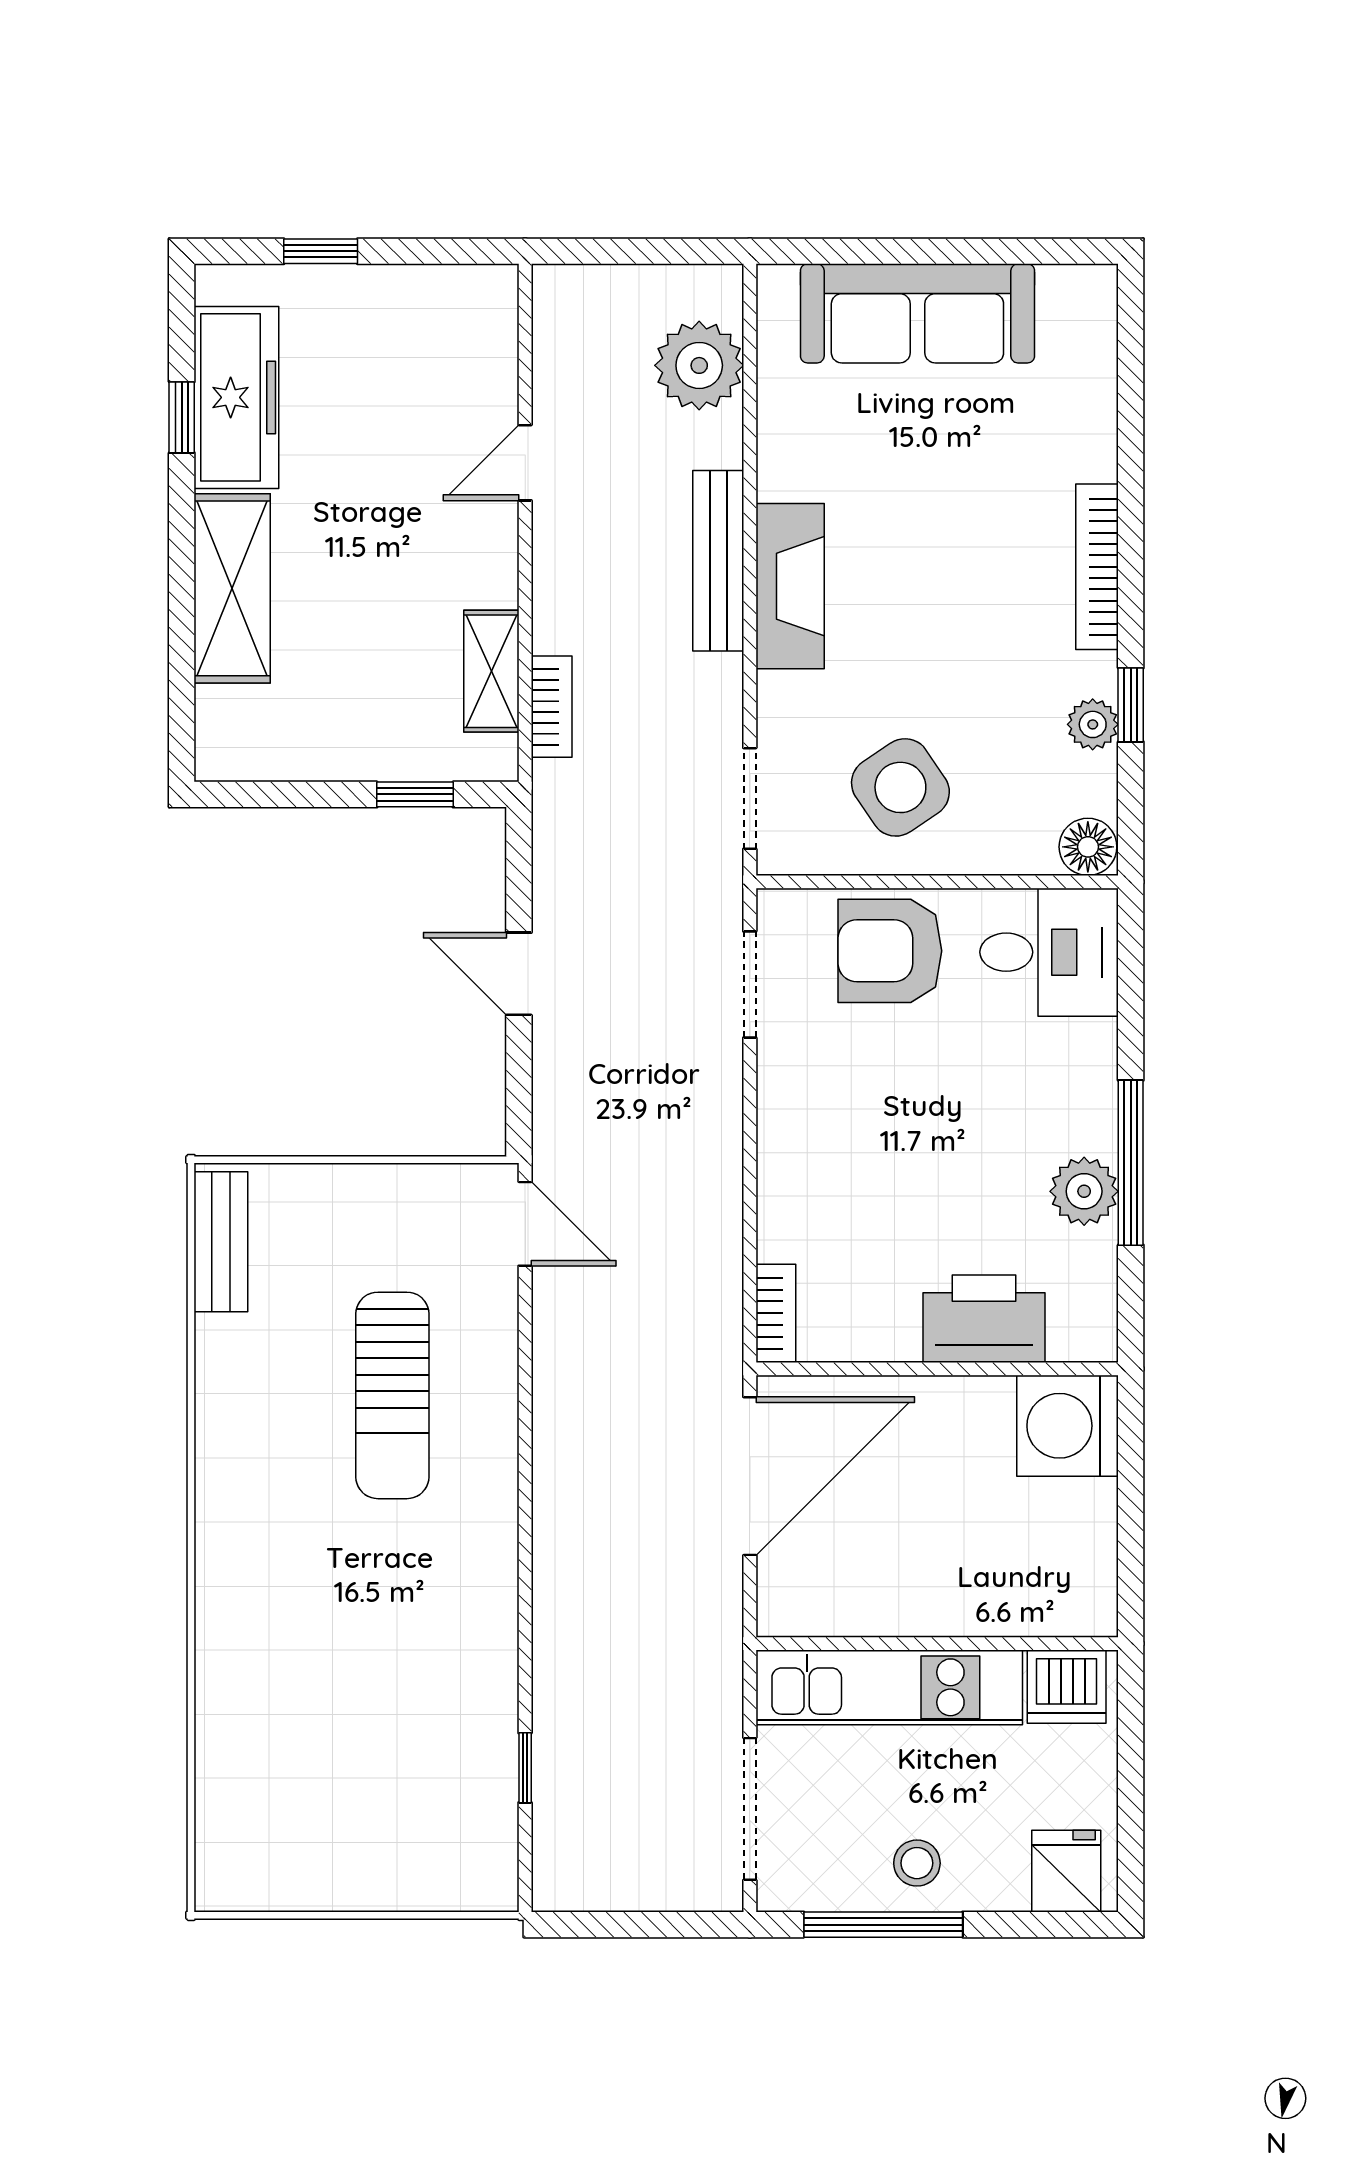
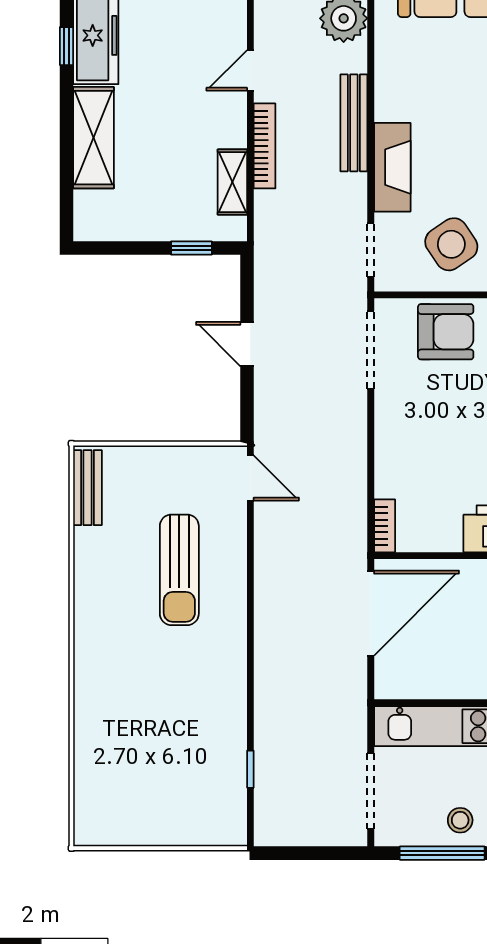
fireplace: (790, 586) -> (392, 167), moved
bookcase: (552, 707) -> (265, 146), moved, width x1.56
armchair: (890, 951) -> (446, 332), turned 180
doorway: (750, 984) -> (371, 350), width x1.38

